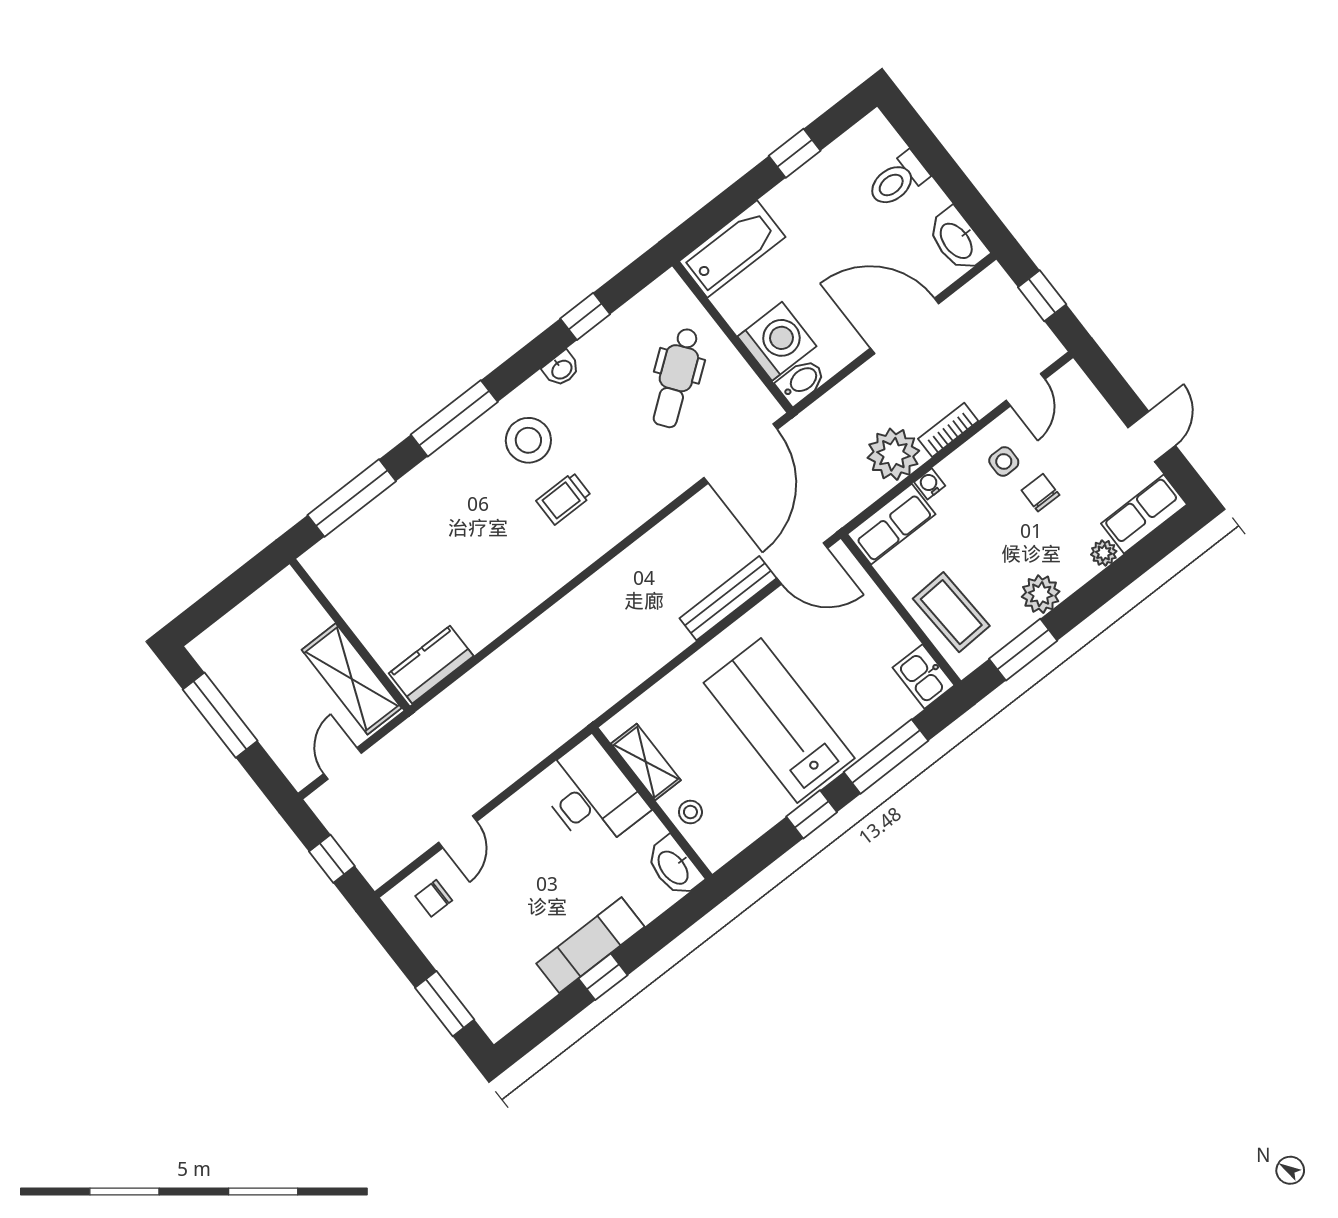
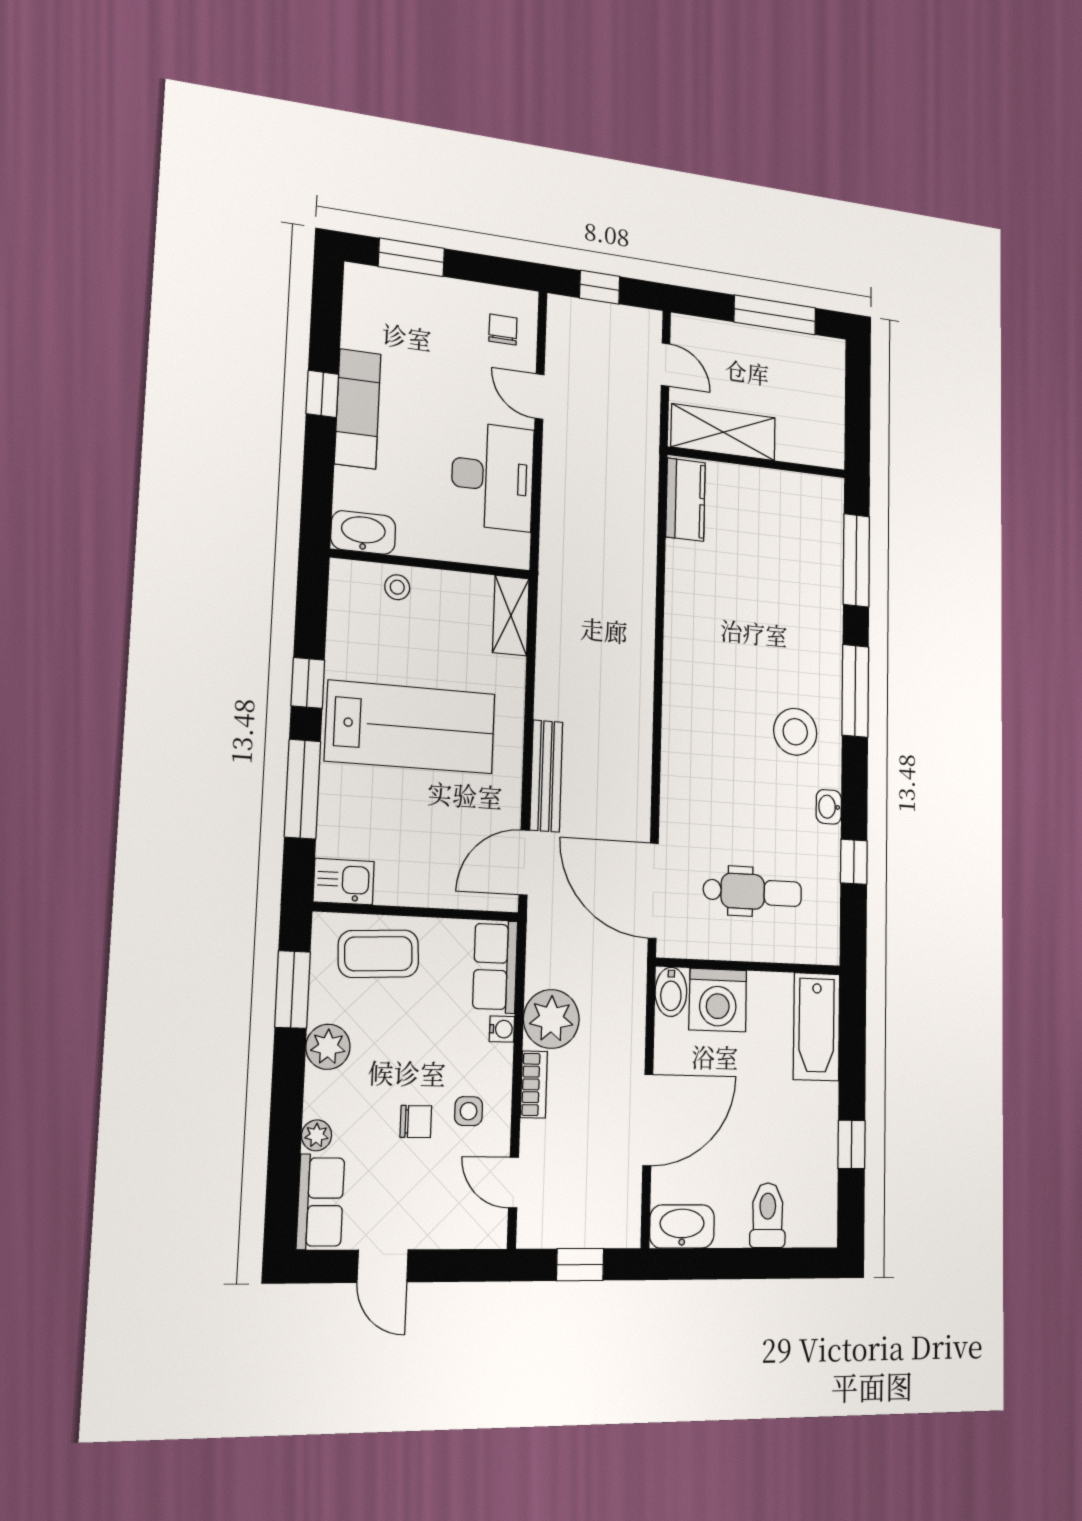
dental chair: (676, 378) -> (753, 892), turned 127
trolley: (564, 498) -> (730, 718), removed
shelving: (646, 762) -> (511, 615), moved, turned 90
desk: (592, 795) -> (492, 476), moved, turned -90

